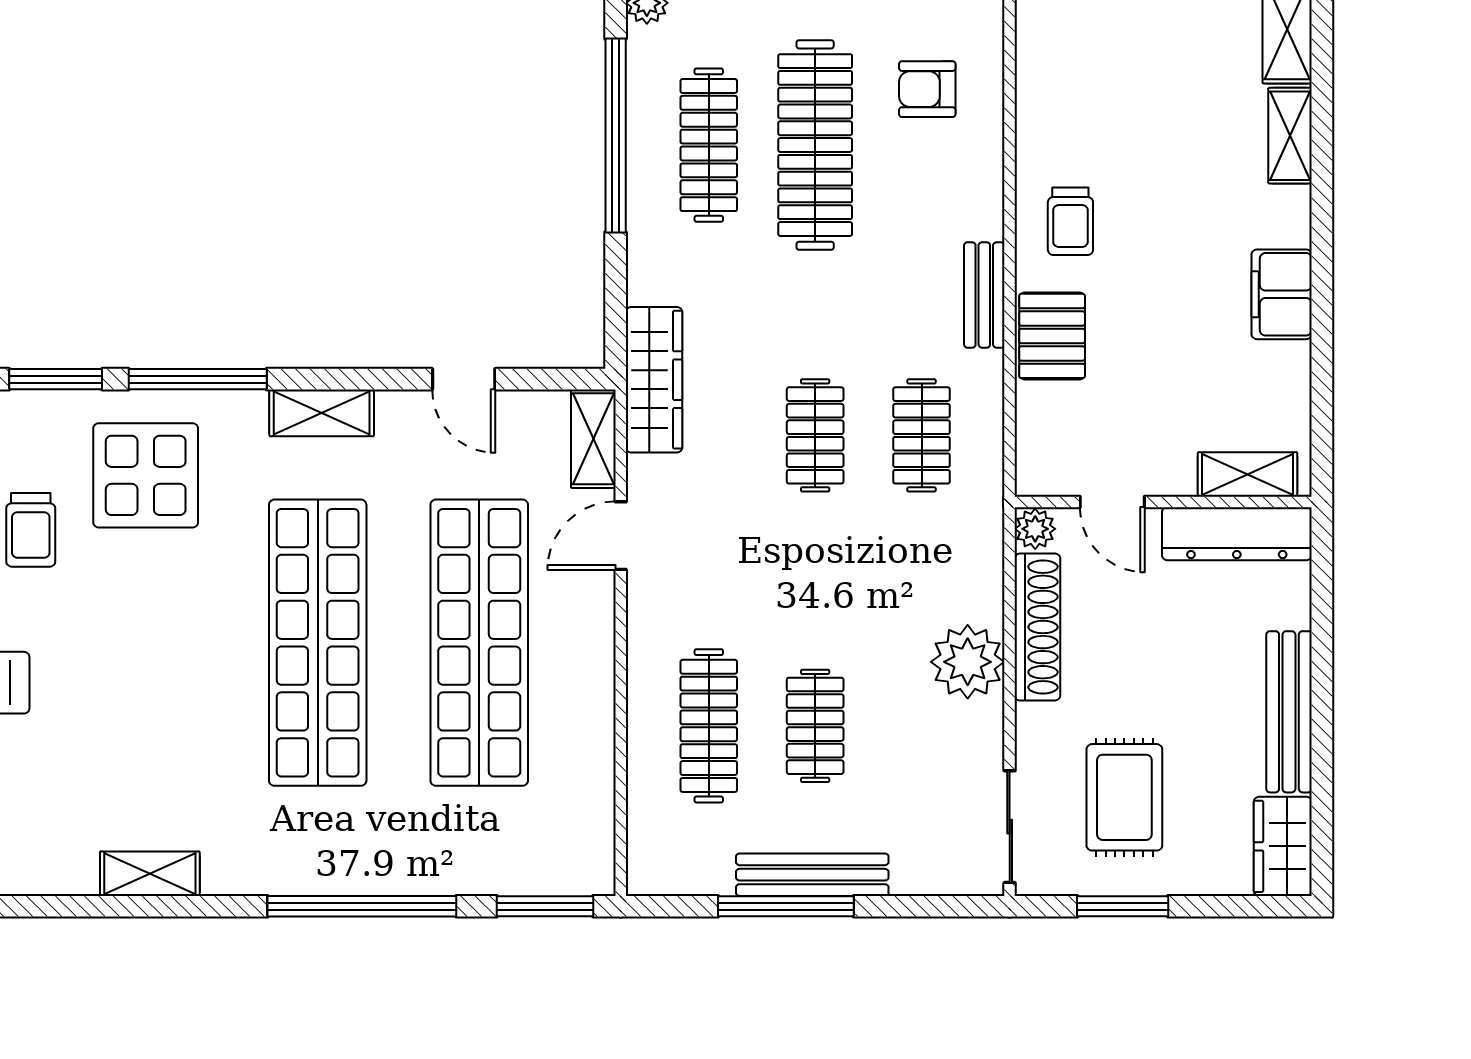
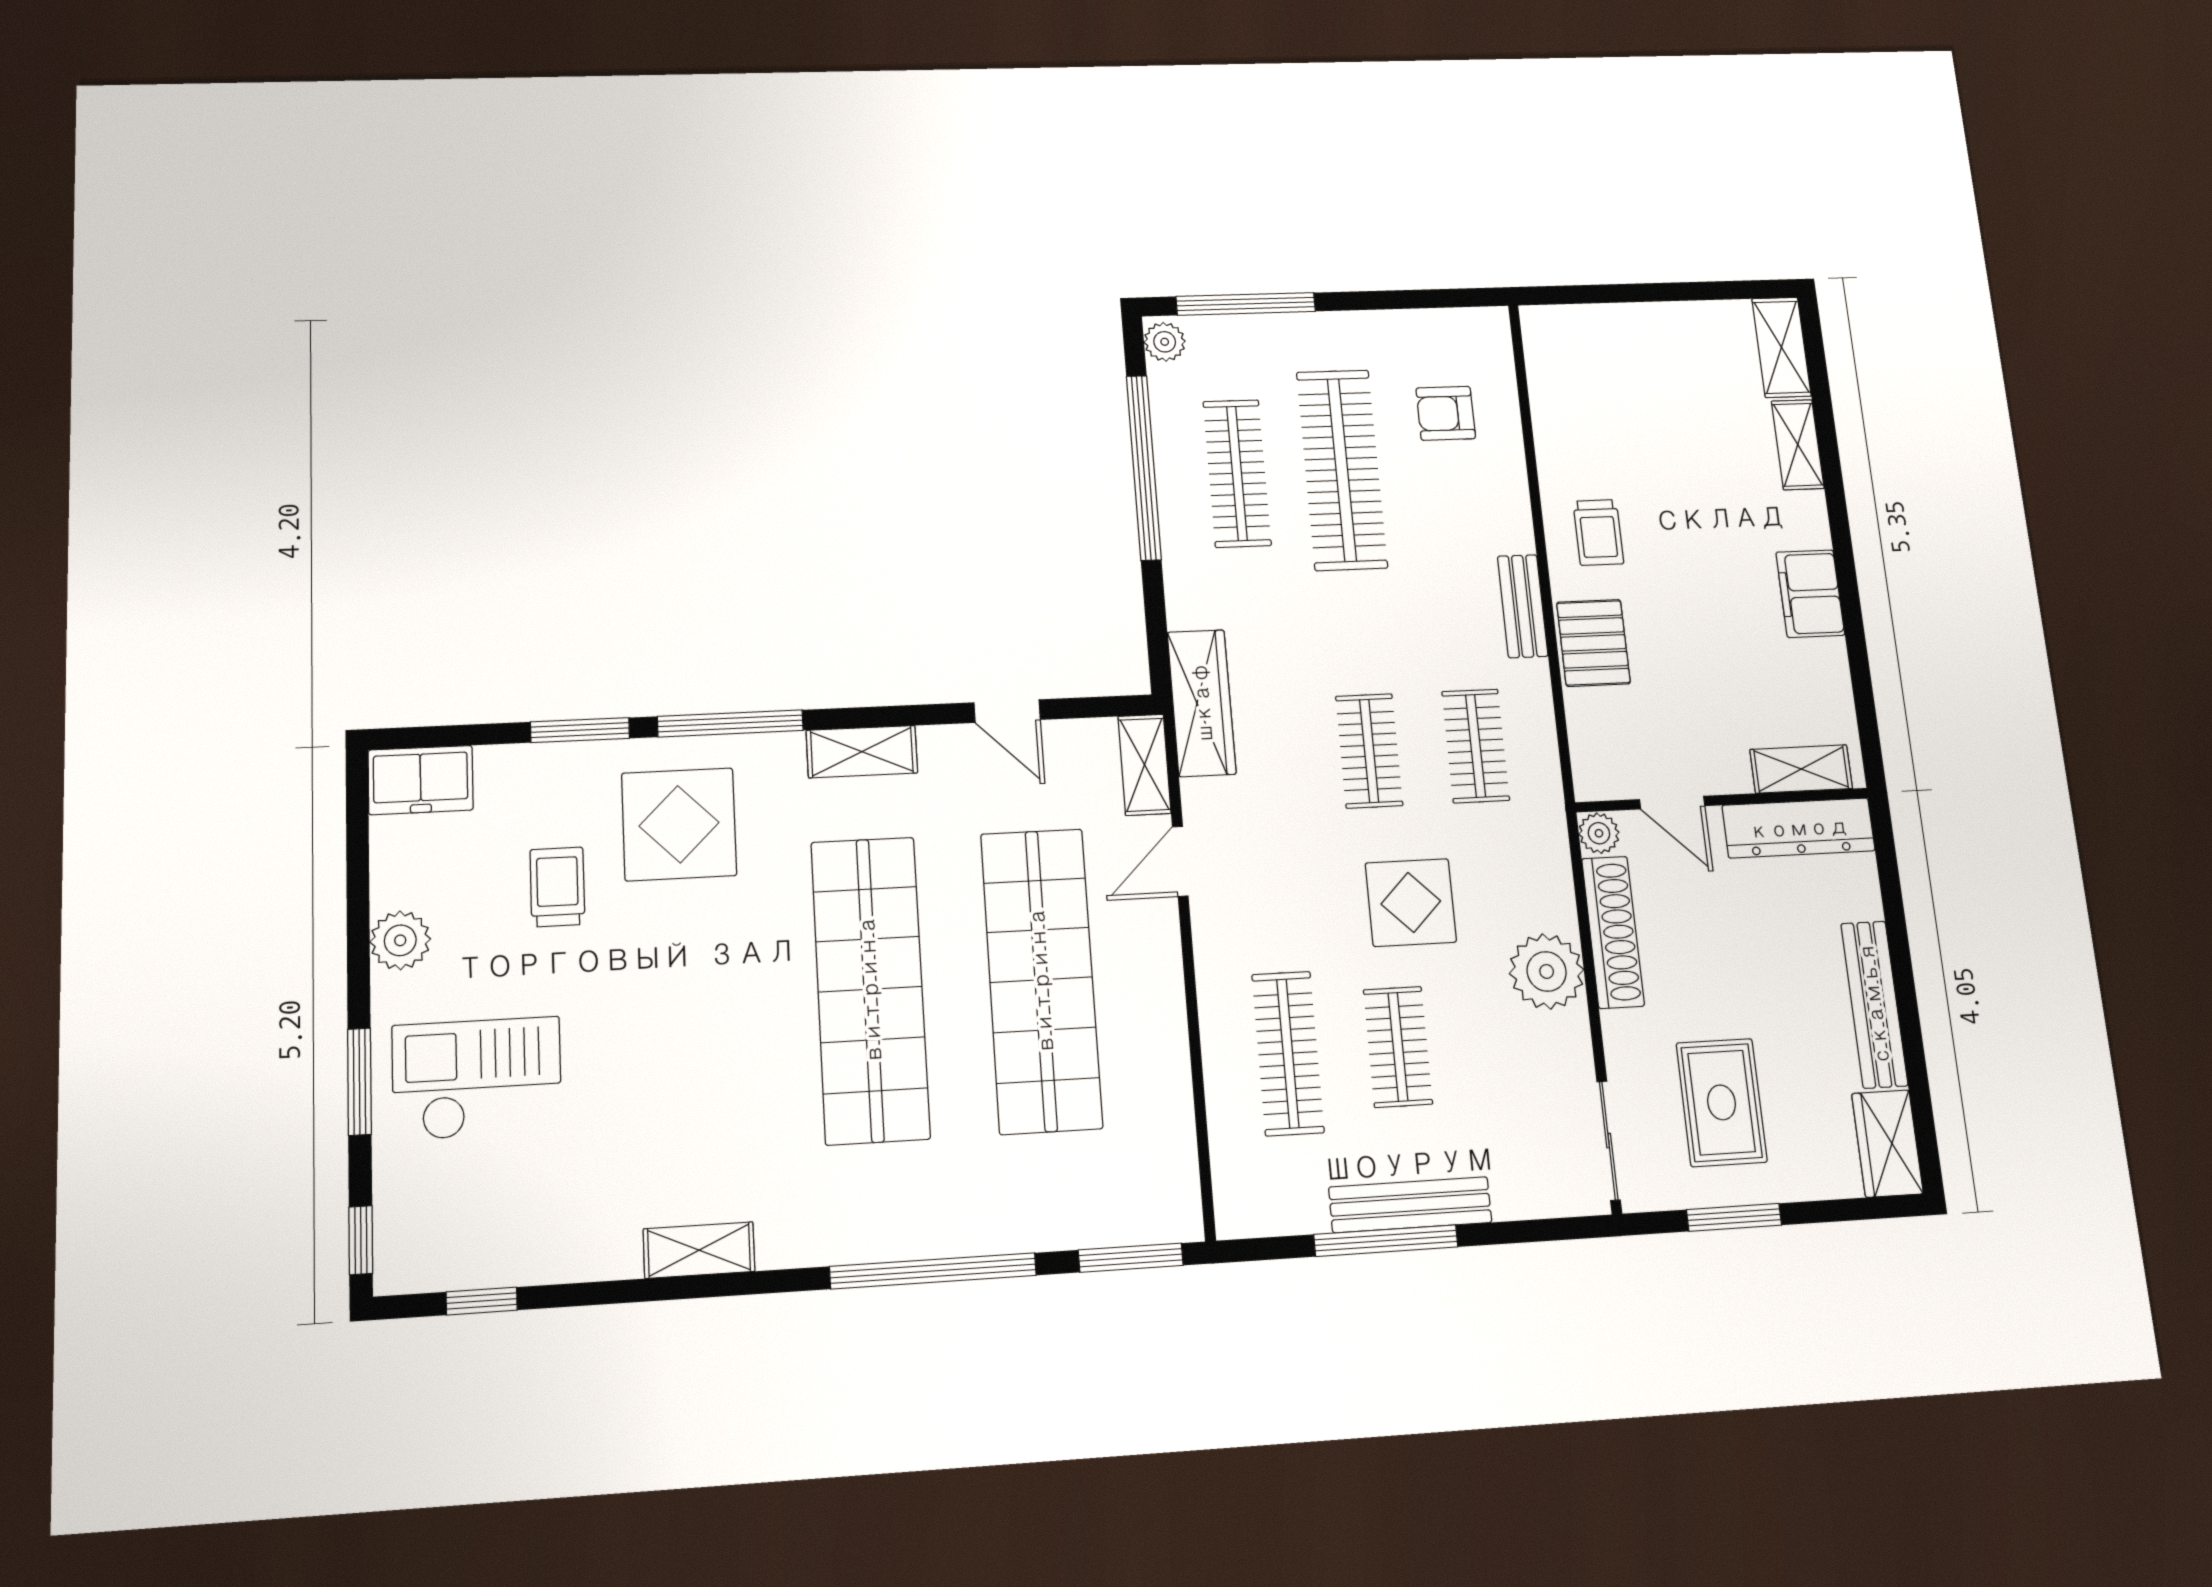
trolley: (31, 530) -> (557, 887), turned 180
display table: (841, 587) -> (1411, 902), added

